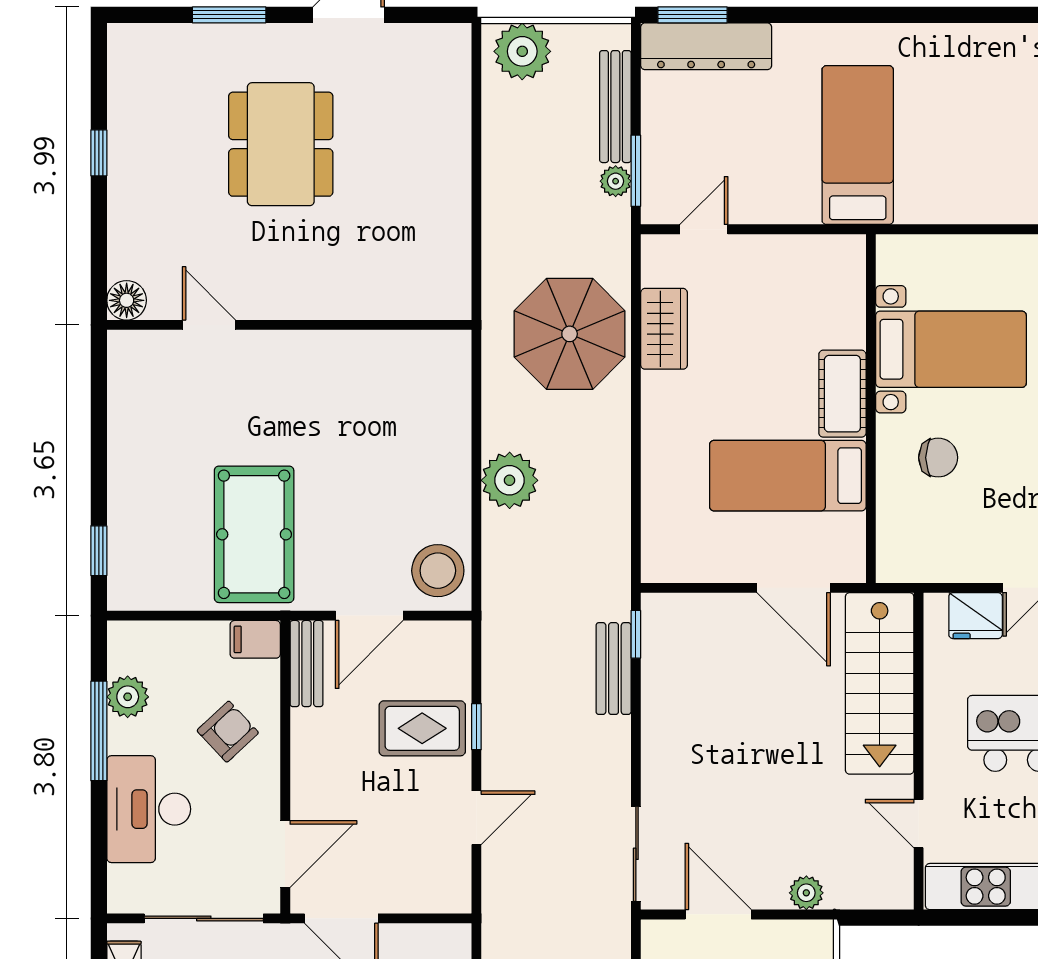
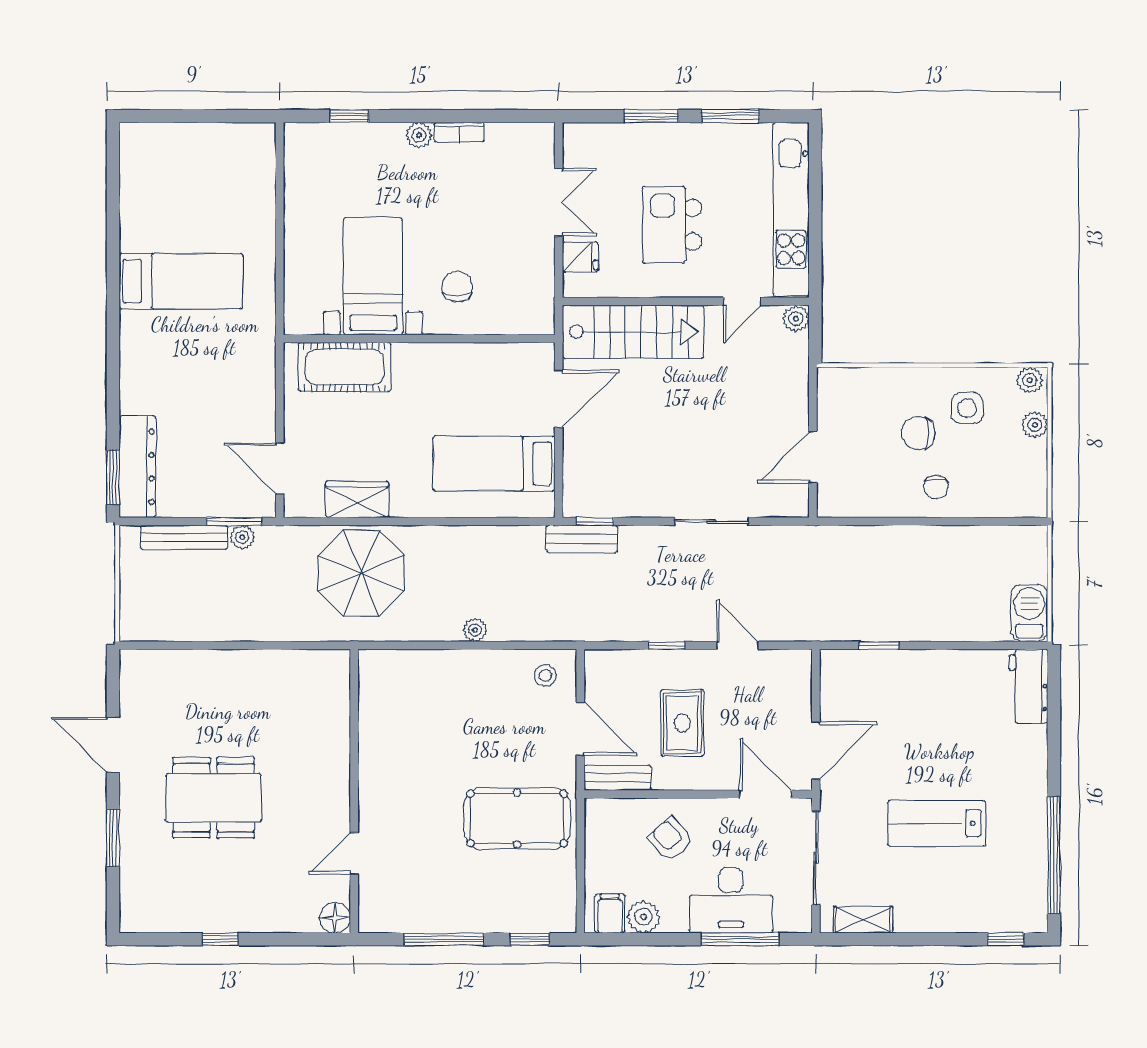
plant: (522, 51) -> (141, 610), removed
bed: (858, 145) -> (181, 281), moved, turned 180
door: (704, 229) -> (280, 469), width x1.38
cot: (842, 394) -> (345, 367), moved, width x1.37, depth x1.34
window: (99, 440) -> (444, 939), added
bed: (788, 476) -> (494, 464), moved, turned 90
plant: (510, 480) -> (475, 630), width x0.53, depth x0.53
stool: (438, 571) -> (545, 676), width x0.53, depth x0.53
fridge: (976, 616) -> (580, 257), width x0.72
filing cabinet: (255, 639) -> (610, 913), moved, turned 180
bench: (614, 669) -> (582, 539), moved
rug: (422, 728) -> (682, 723), moved
window: (99, 731) -> (740, 939), moved
sliding door: (636, 854) -> (712, 521), moved
plant: (806, 893) -> (796, 319), moved

